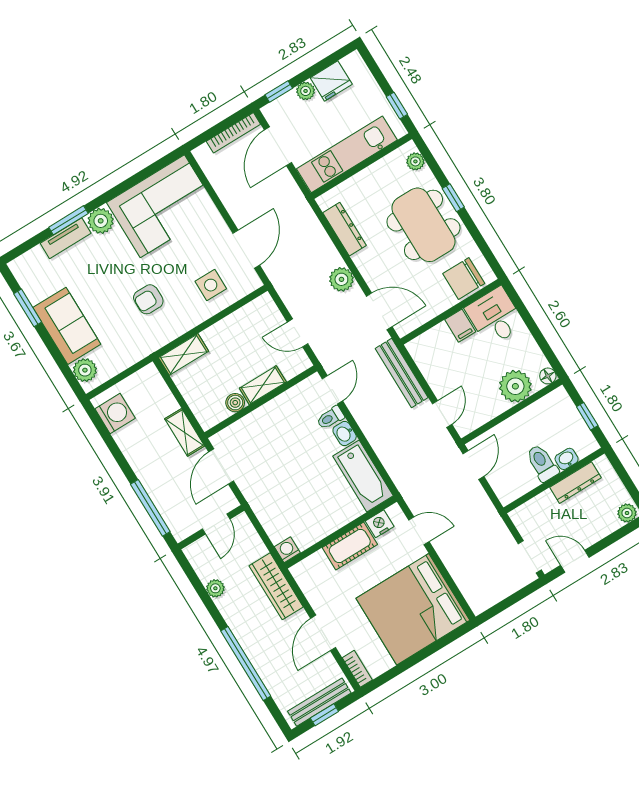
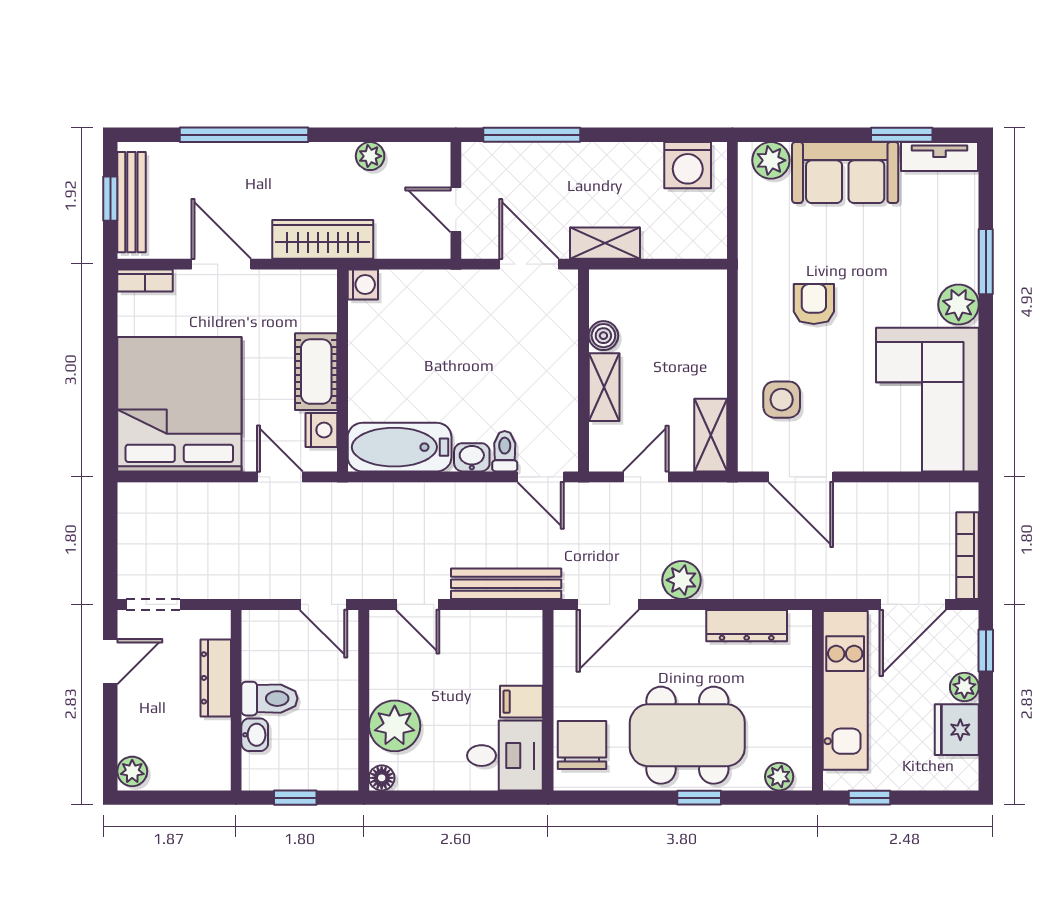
door: (278, 146) -> (913, 604), swing flipped
tv unit: (66, 238) -> (939, 157), moved, turned -90
shelving: (184, 354) -> (711, 435), moved
dresser: (575, 483) -> (216, 678), moved
door: (419, 531) -> (280, 477), swing flipped

